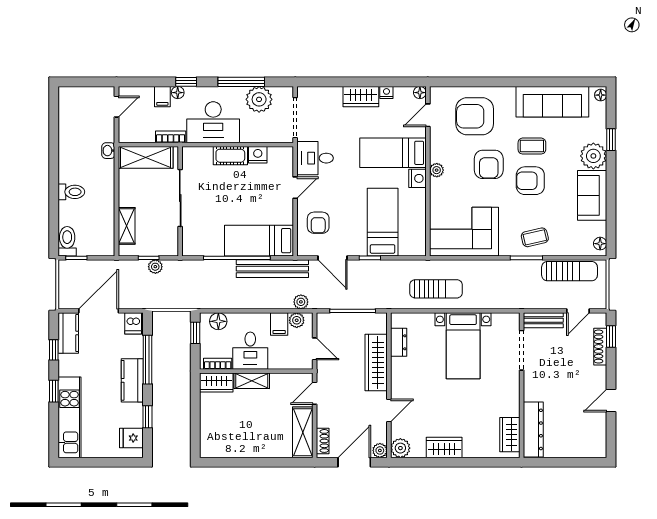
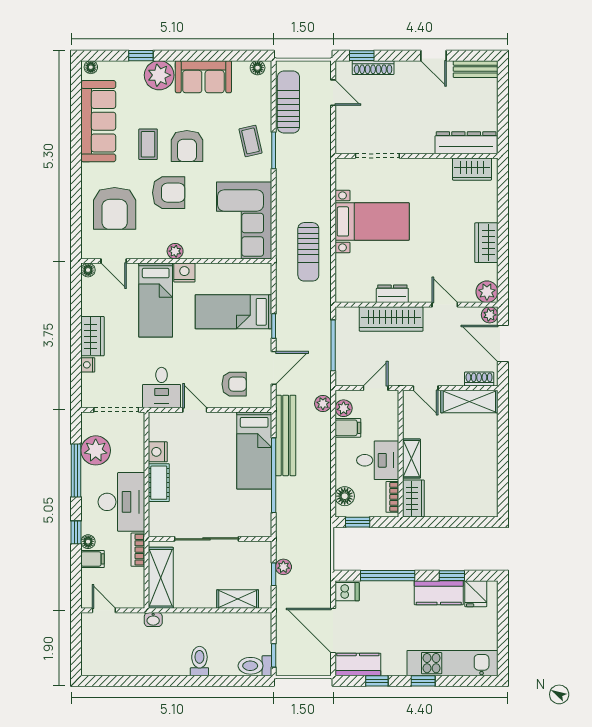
nightstand: (386, 92) -> (88, 365), moved
sun lounger: (436, 289) -> (308, 252), turned 180
bench: (543, 320) -> (476, 69), moved, turned 90
dresser: (399, 342) -> (392, 294), moved
kitchen counter: (132, 380) -> (439, 593), moved

